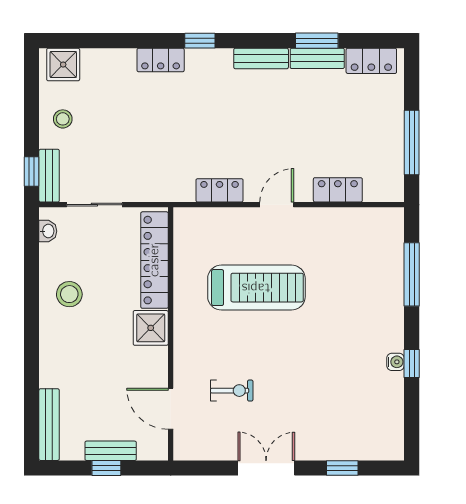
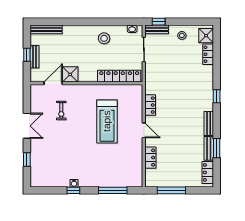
locker: (161, 60) -> (208, 54), moved
shower: (151, 328) -> (70, 74), moved

